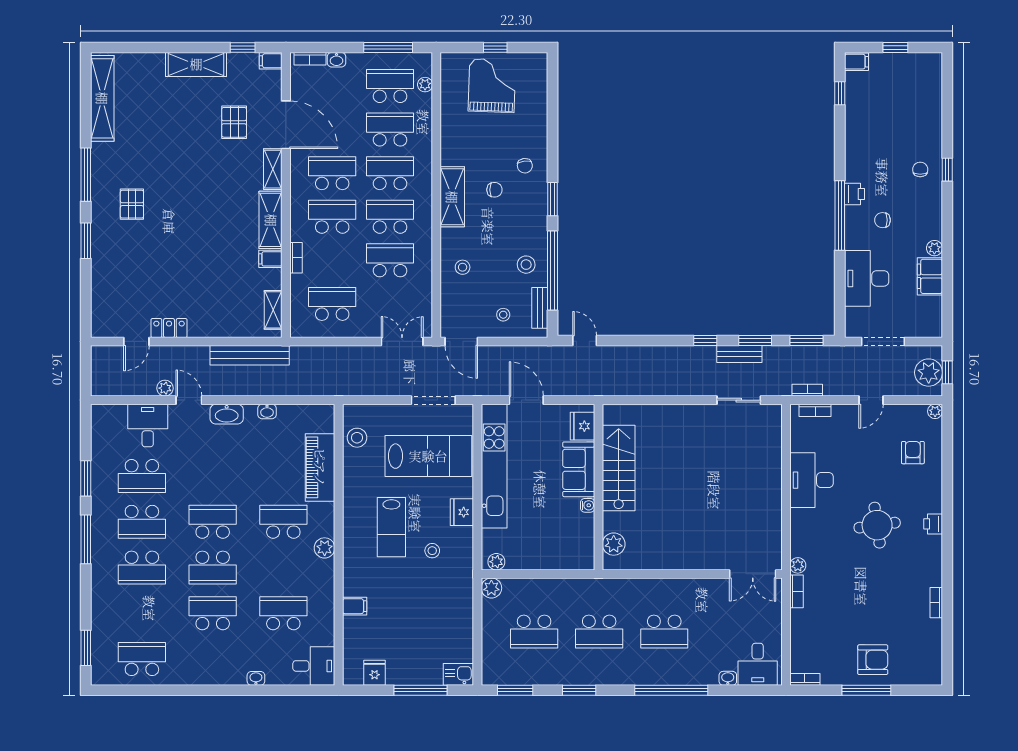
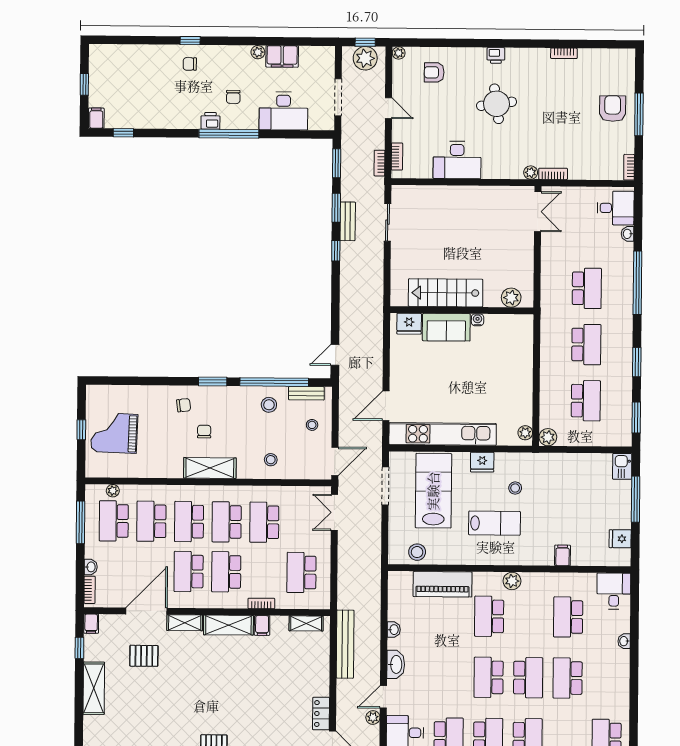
fridge: (582, 426) -> (409, 324), moved
stairs: (619, 468) -> (446, 293), moved
sofa: (579, 469) -> (446, 327), moved
wall: (598, 487) -> (462, 310), moved
water cooler: (588, 505) -> (478, 320), moved
plant: (614, 544) -> (511, 298), moved

